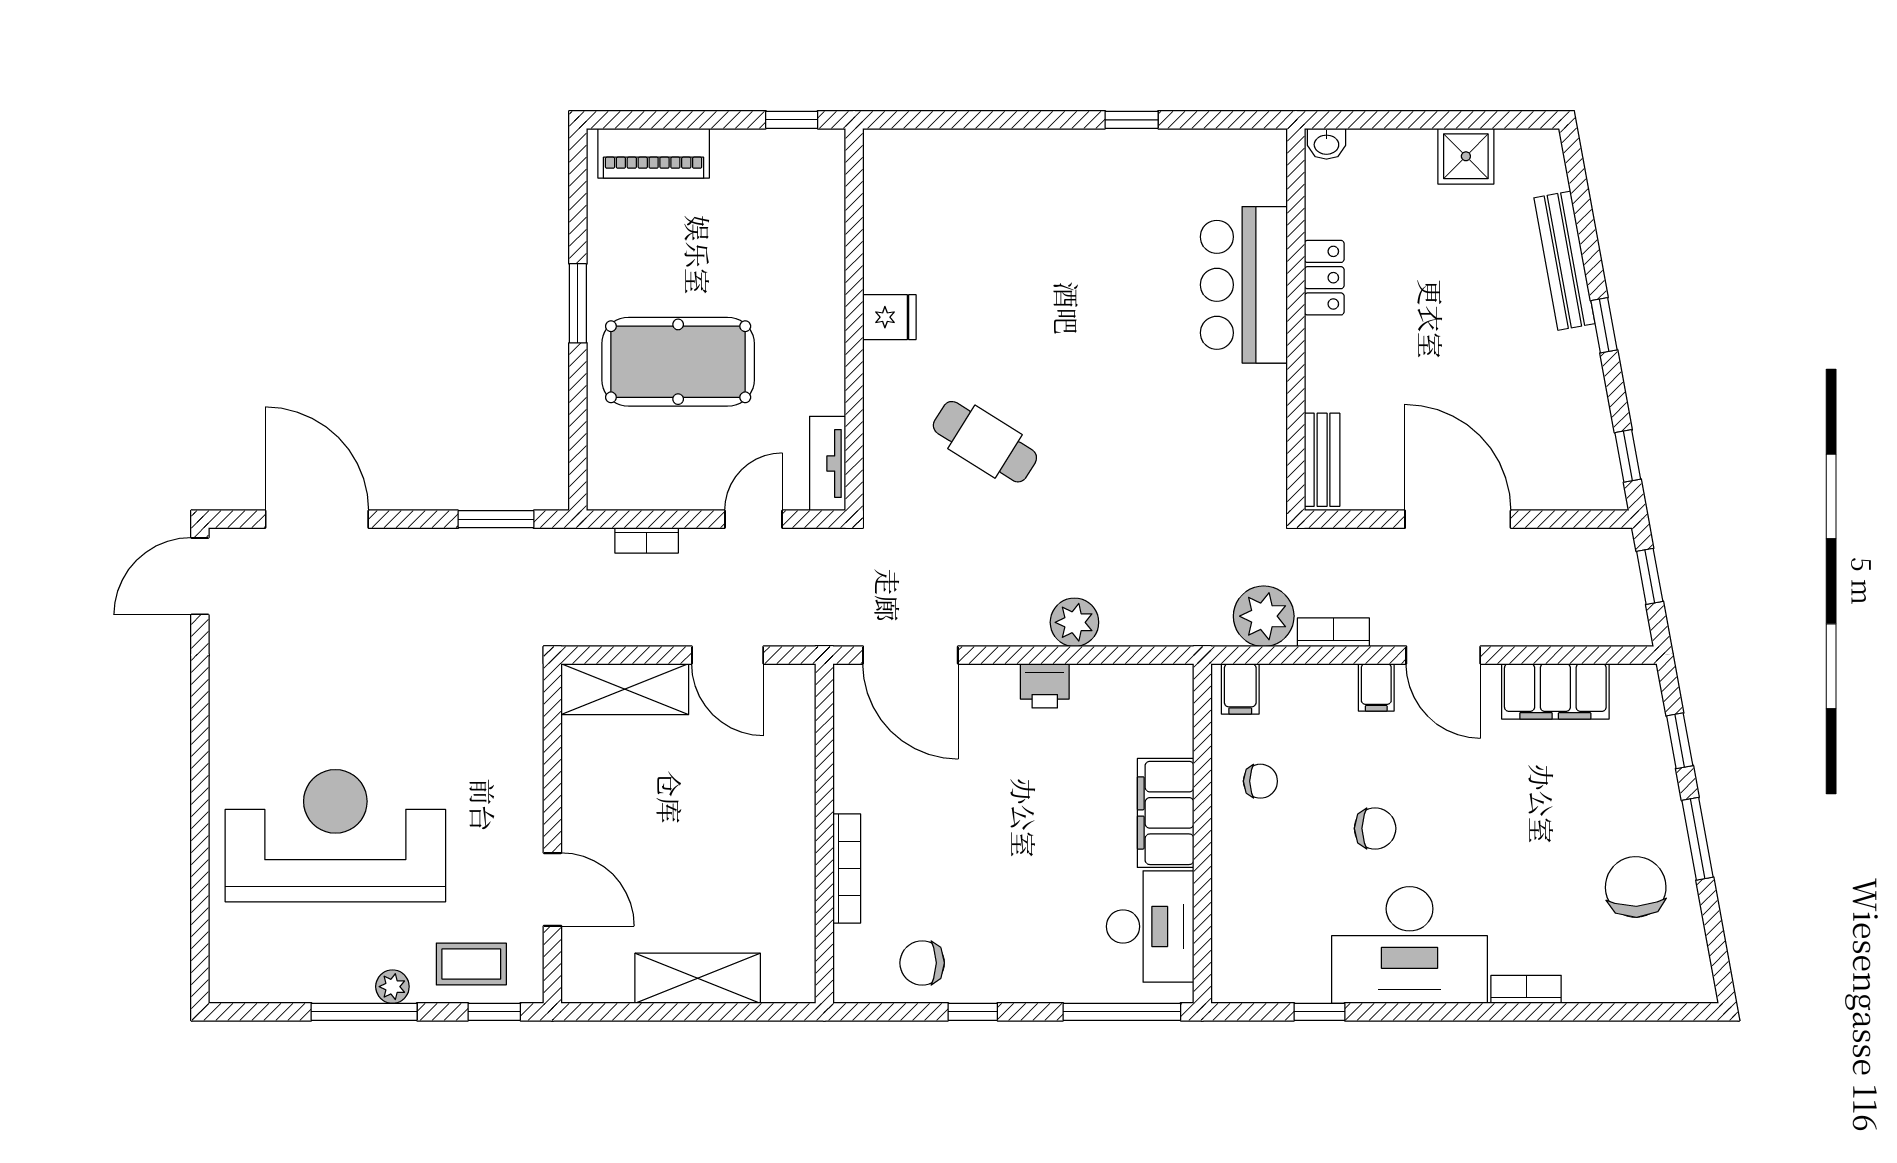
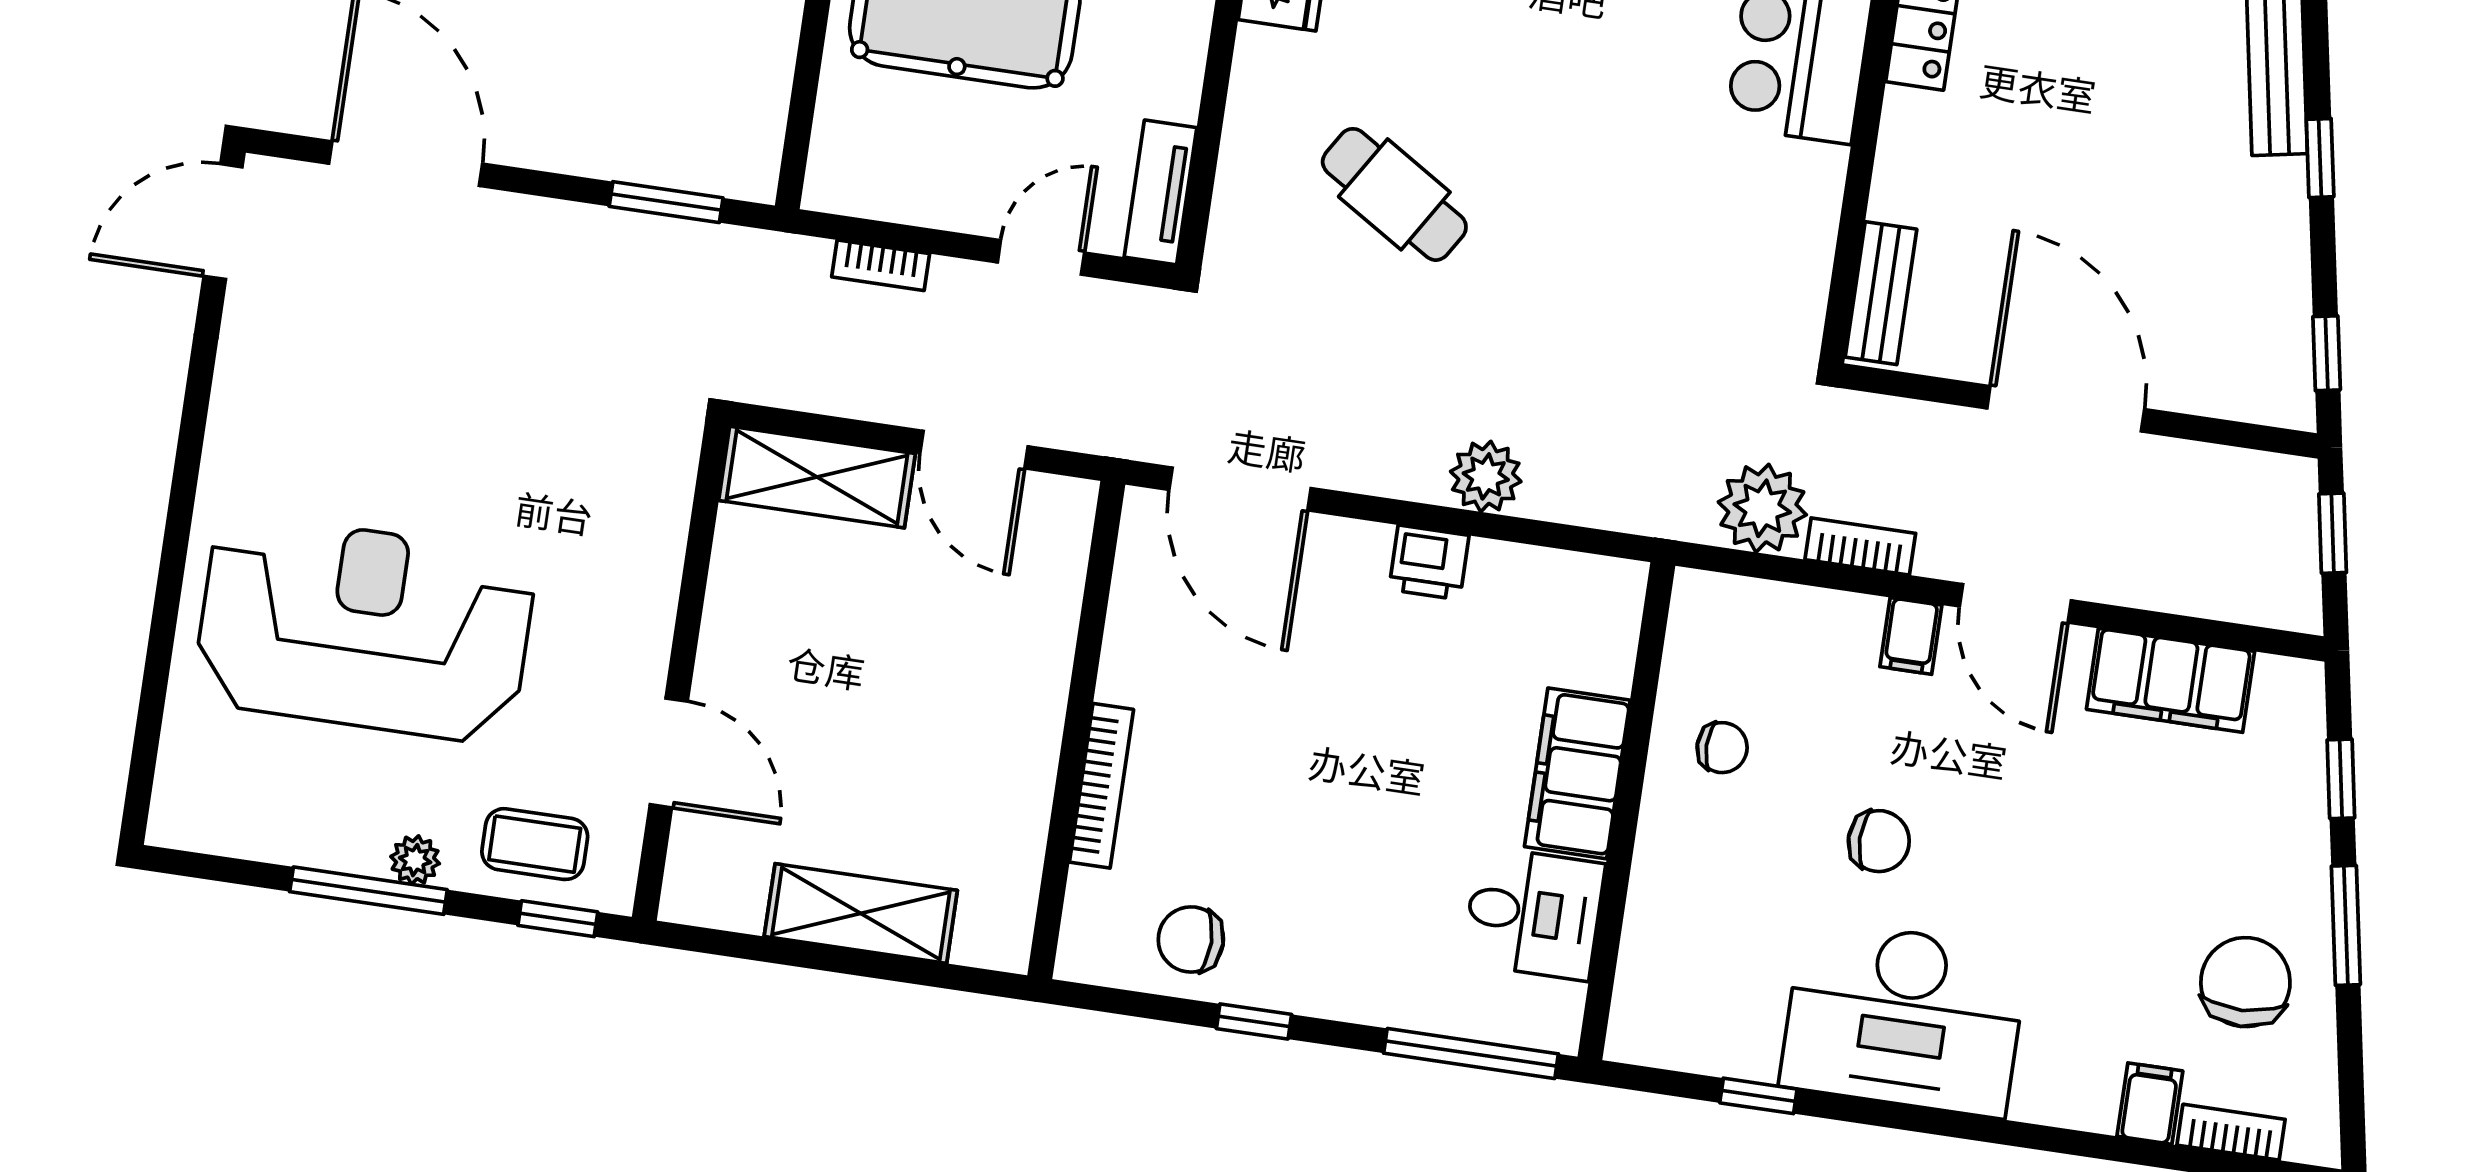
filing cabinet: (1240, 689) -> (2150, 1104), moved, turned 180
desk: (1150, 926) -> (1534, 913), width x0.73
bookcase: (1526, 989) -> (2231, 1132), moved

